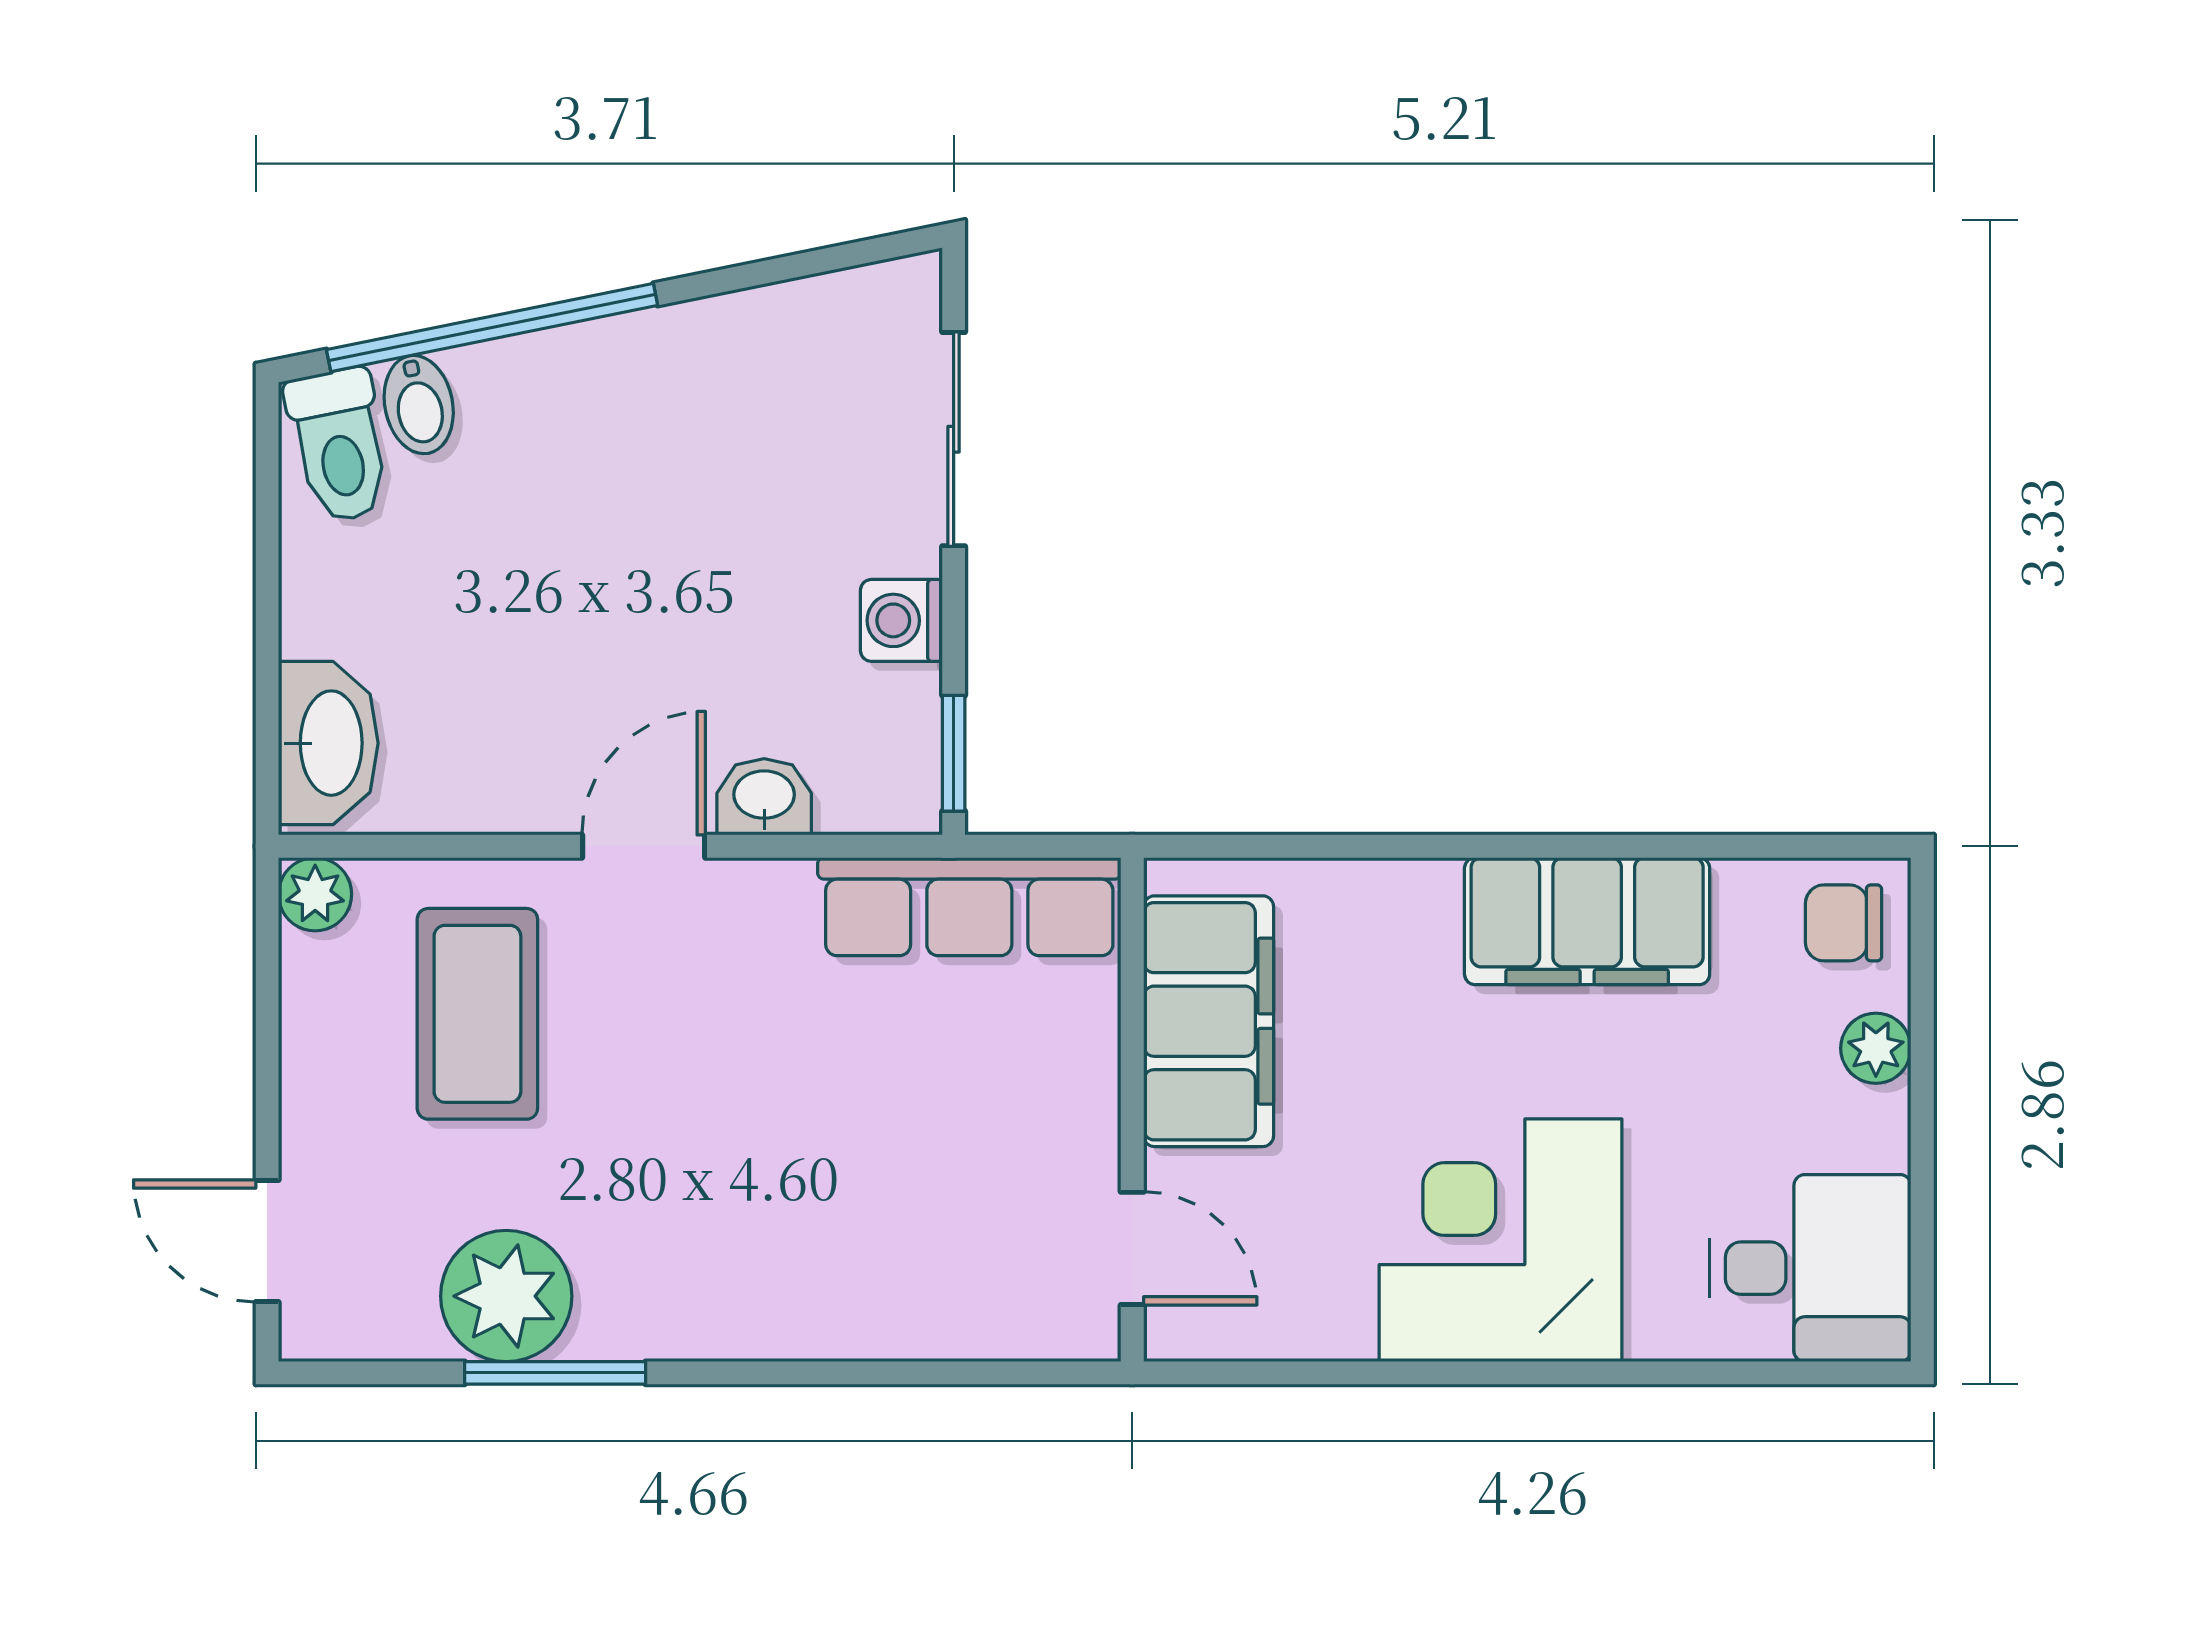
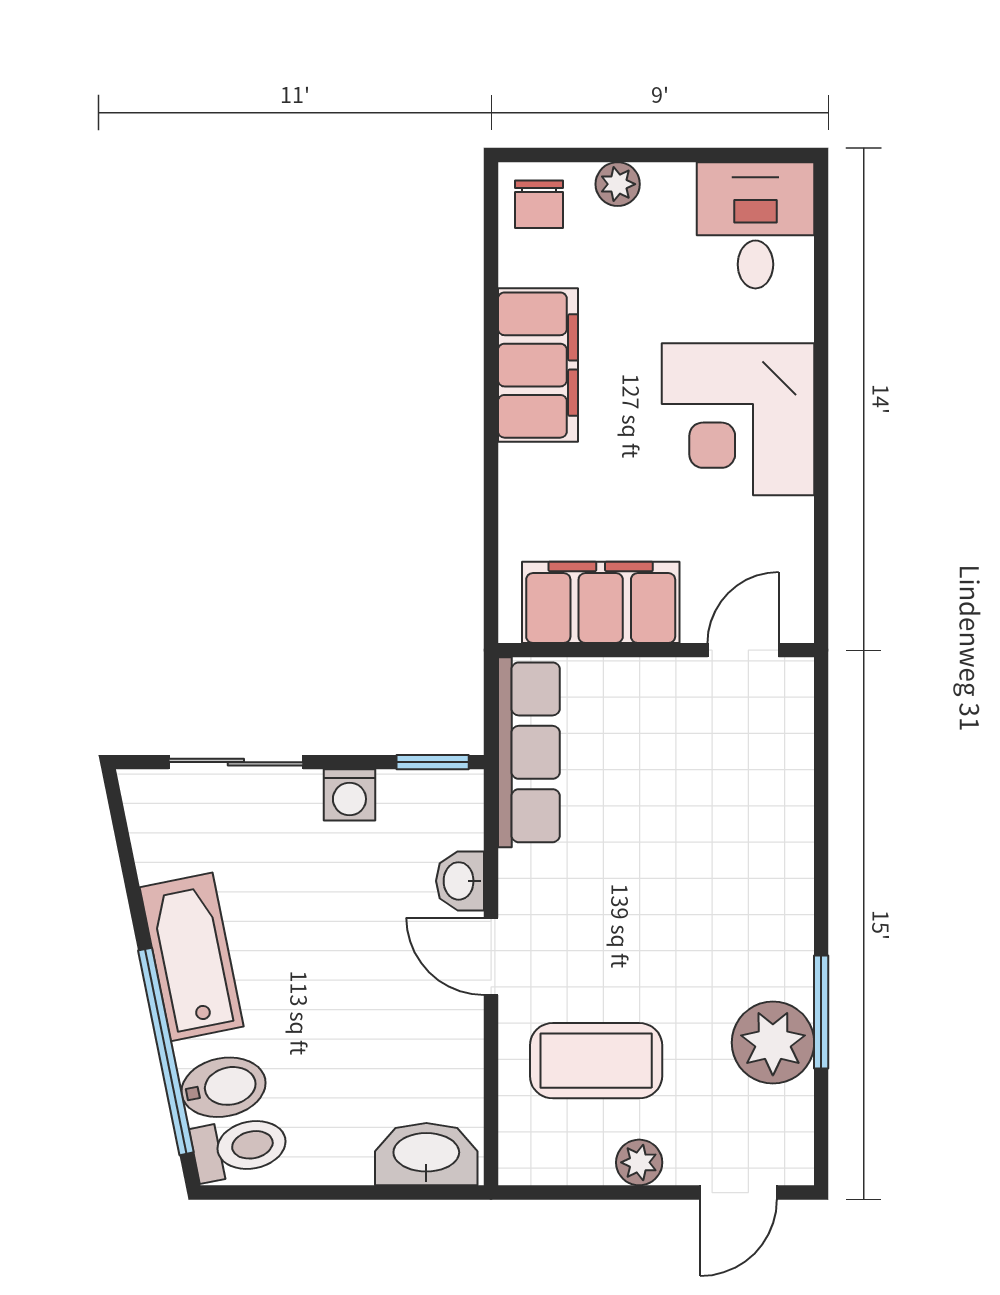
bathtub: (643, 369) -> (192, 957), added
bidet: (419, 405) -> (224, 1087), width x1.38, depth x1.36
plant: (315, 894) -> (639, 1162), moved

